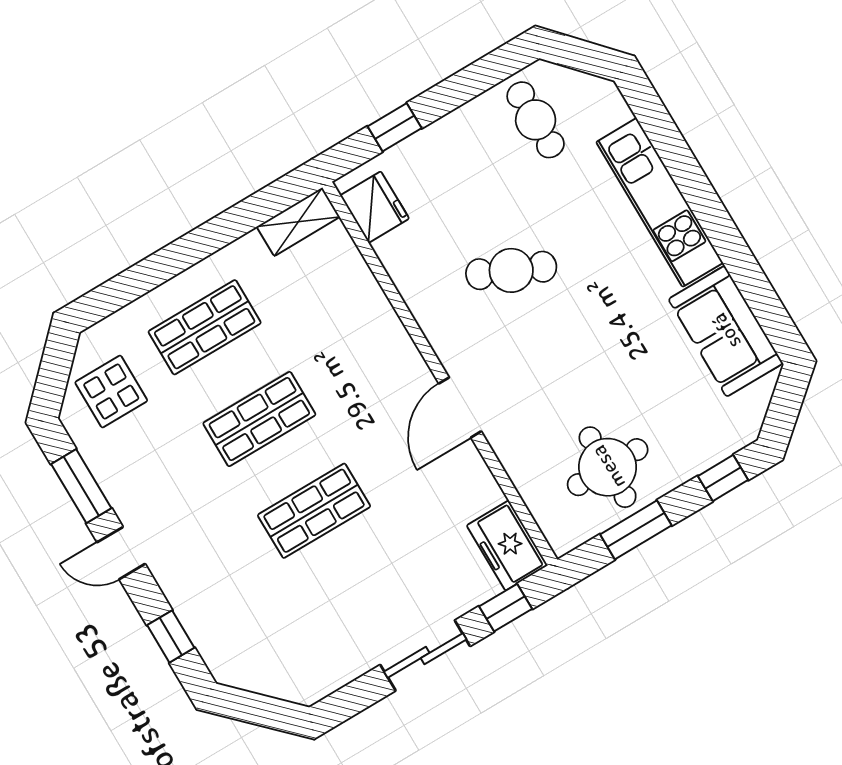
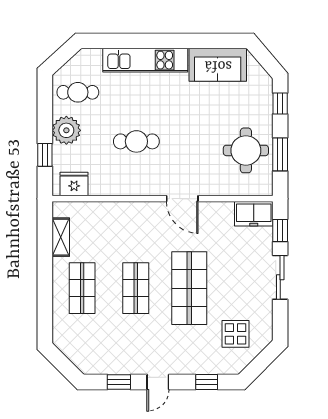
plant: (459, 139) -> (66, 130), added
shelving: (298, 222) -> (61, 237), moved
cafe table: (511, 270) -> (136, 141), turned 66
display table: (111, 392) -> (236, 334), moved
window: (81, 486) -> (119, 382), width x0.67
shop shelf: (314, 511) -> (189, 288), width x1.43, depth x1.36

